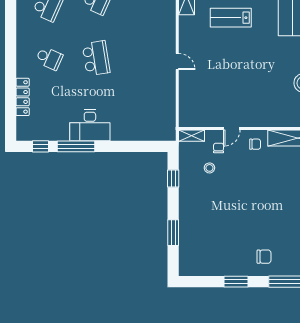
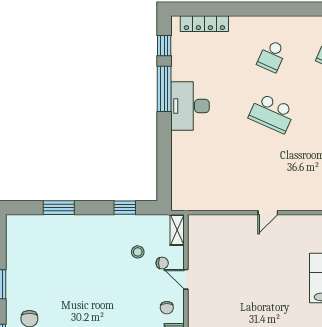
school desk: (96, 58) -> (272, 113), turned 33
locker: (23, 97) -> (204, 24), moved

